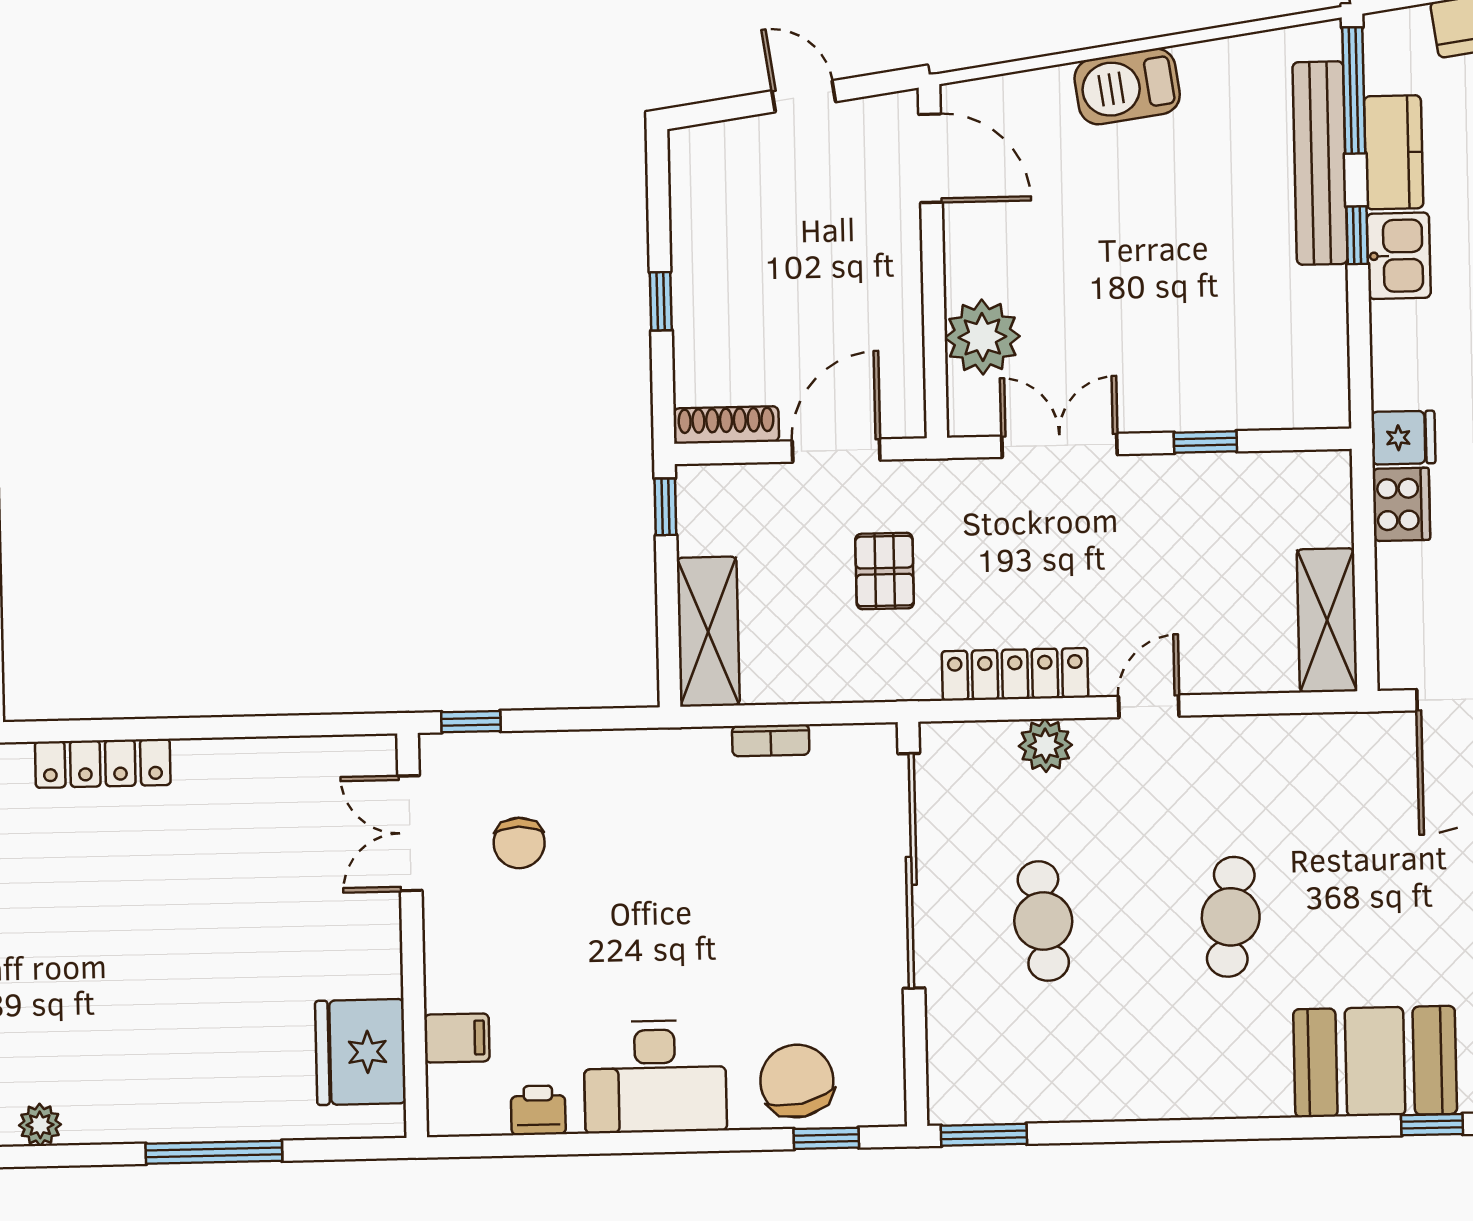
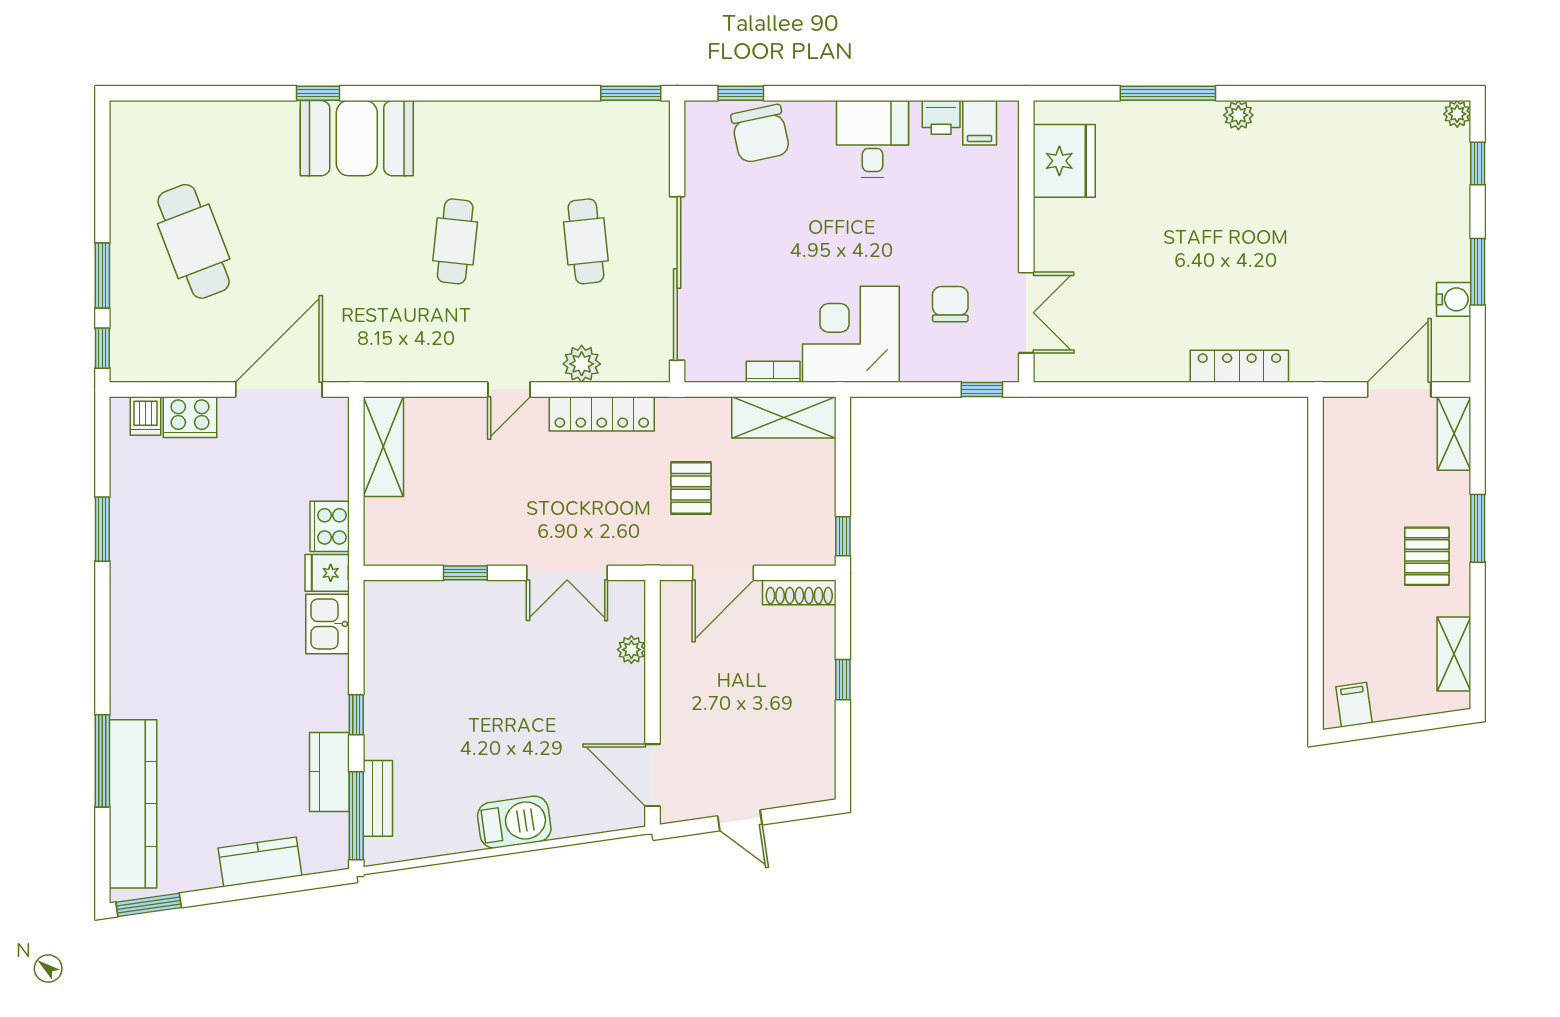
bench: (1320, 163) -> (378, 798), width x0.54, depth x0.82
kitchen sink: (1399, 256) -> (328, 624), moved
plant: (982, 337) -> (631, 650), width x0.53, depth x0.53
shelving: (708, 632) -> (784, 417), moved, turned 90
corner desk: (661, 797) -> (851, 334), added
filing cabinet: (457, 1038) -> (980, 123), moved, turned -90
desk: (655, 1077) -> (872, 139), width x0.73
plant: (40, 1125) -> (1238, 115), moved

